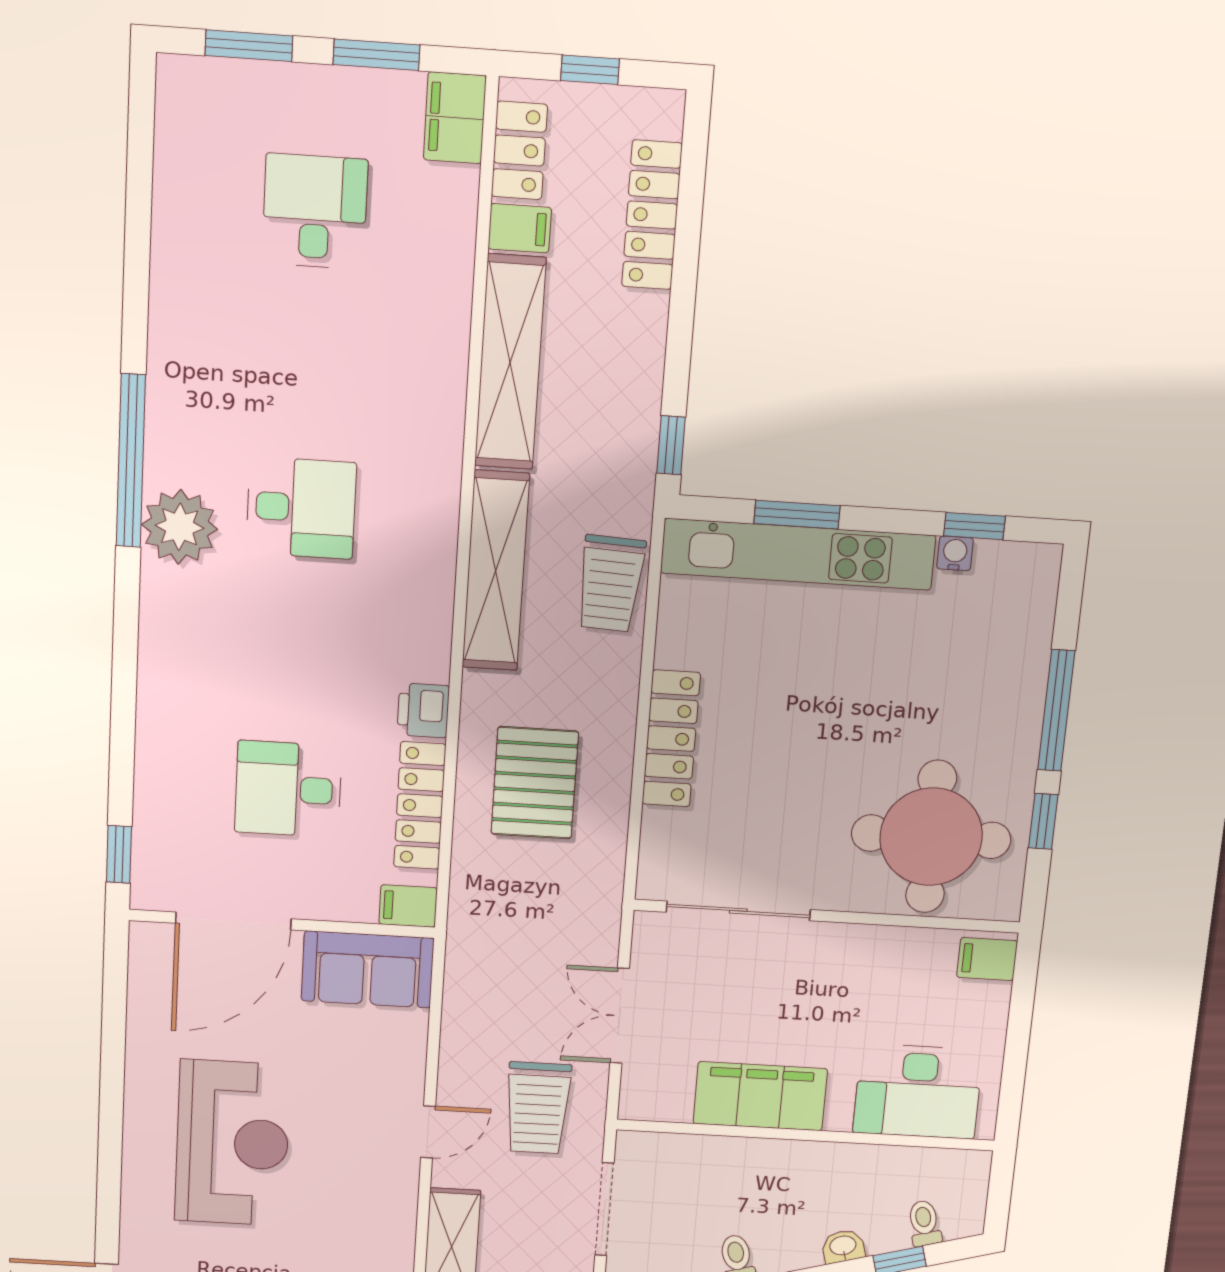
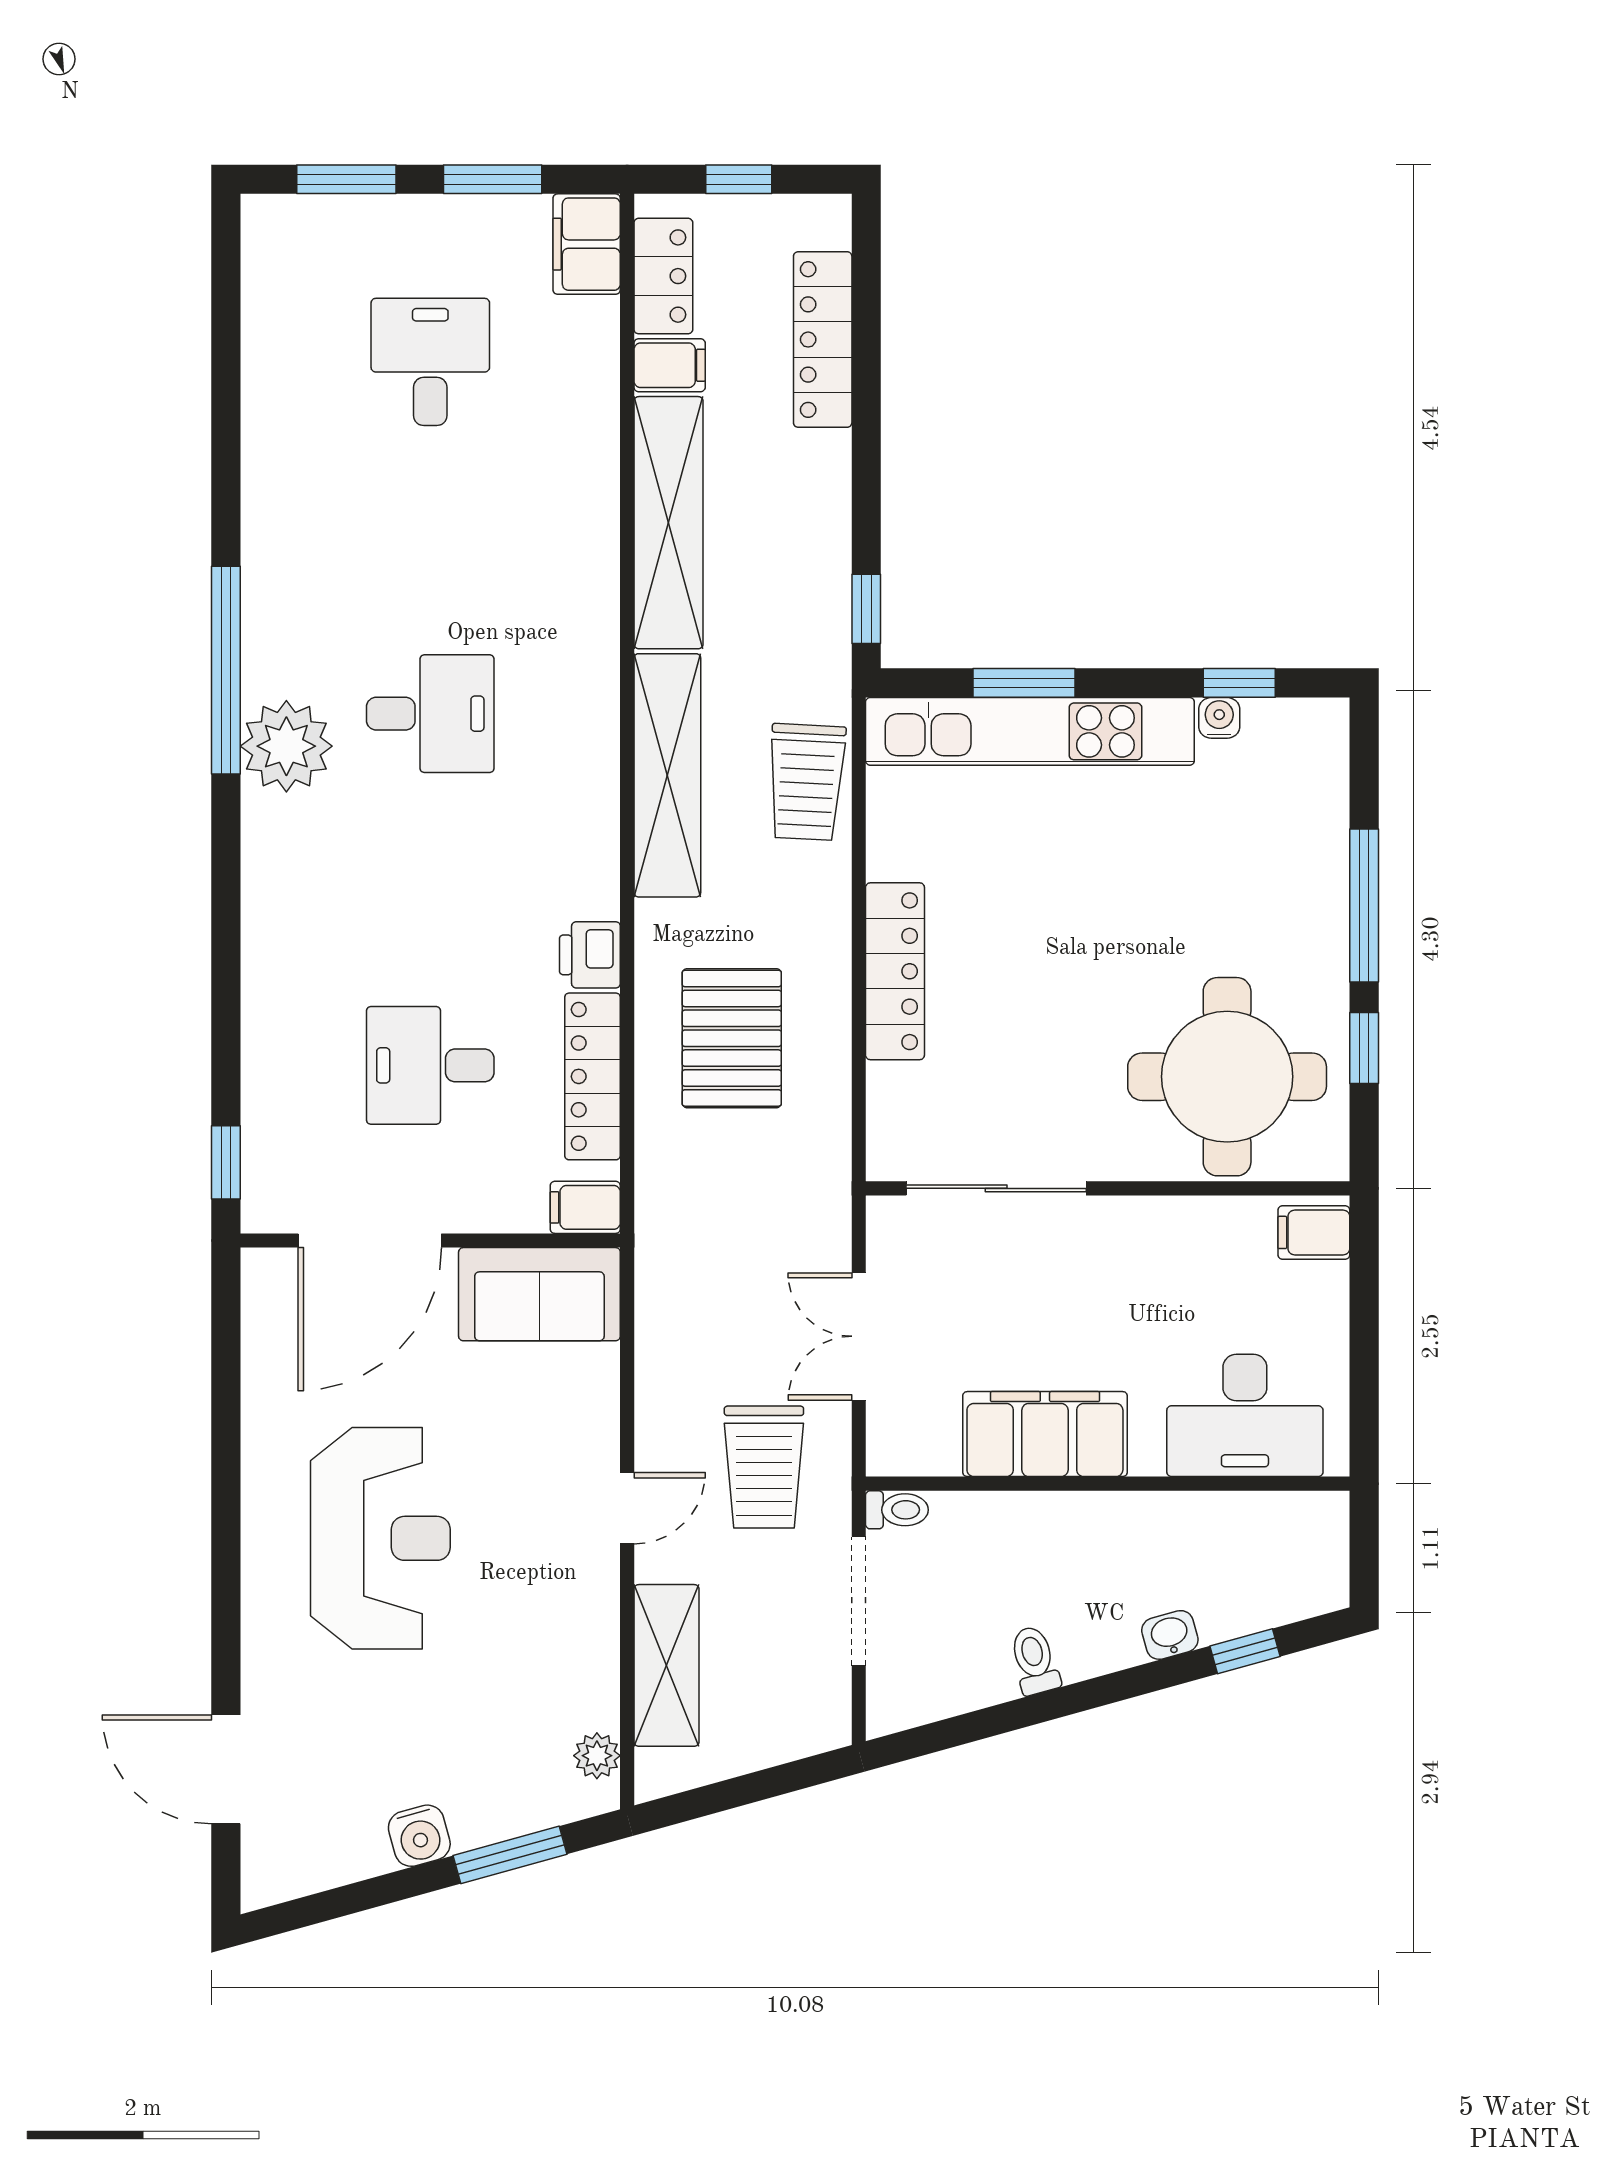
toilet: (924, 1223) -> (897, 1510), moved, turned 105

